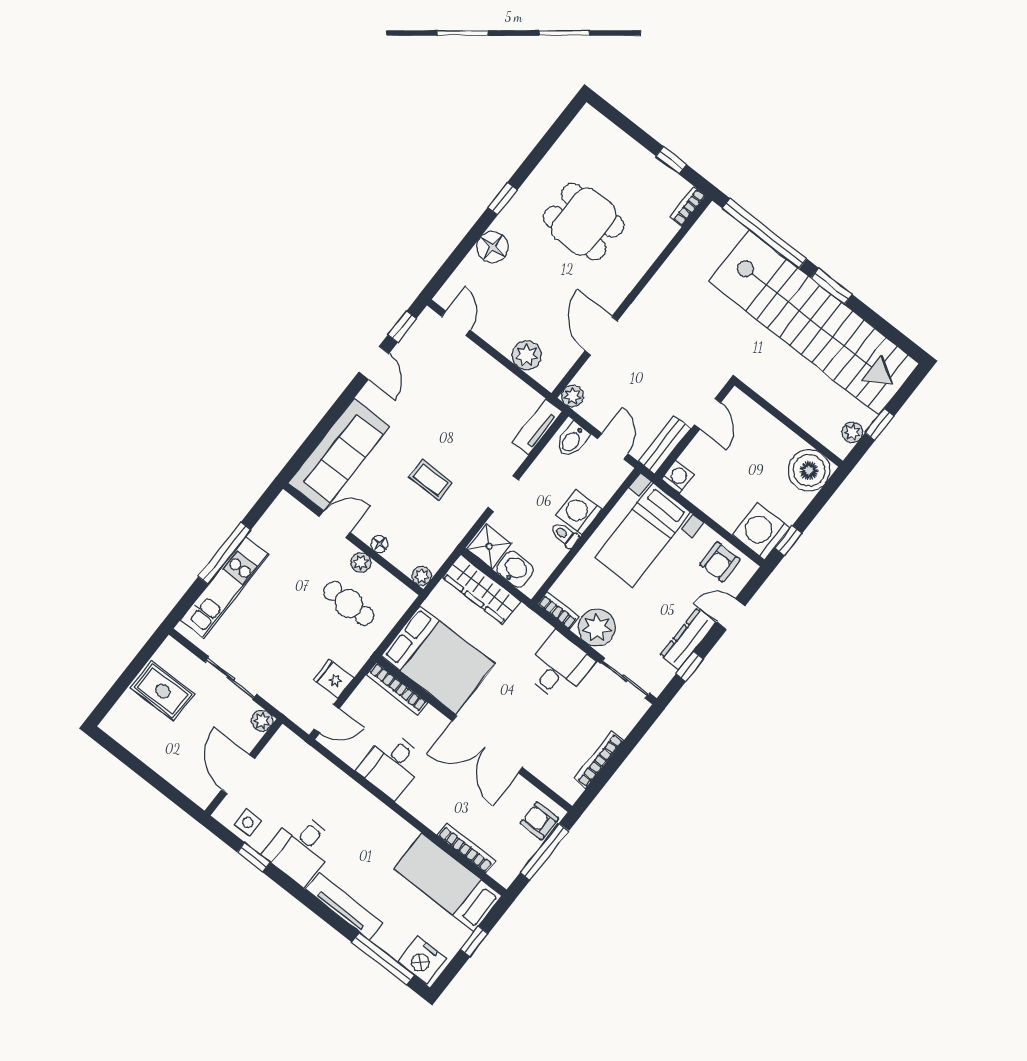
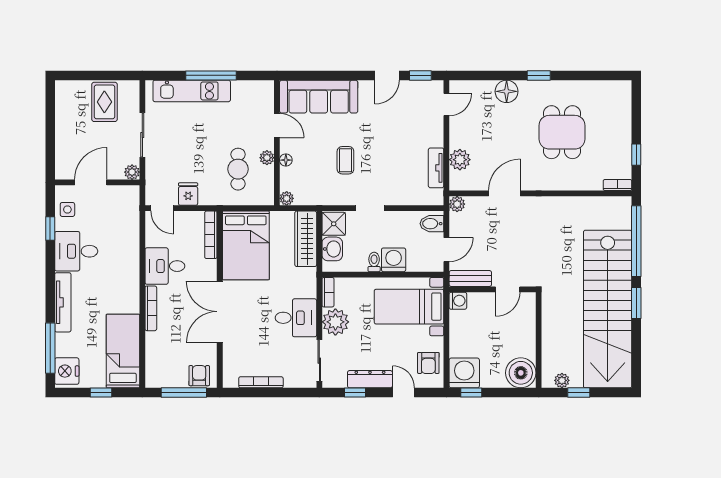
tv unit: (537, 427) -> (436, 168), moved, turned -90
armchair: (720, 562) -> (428, 363), turned -90
bookcase: (466, 848) -> (151, 308), moved

